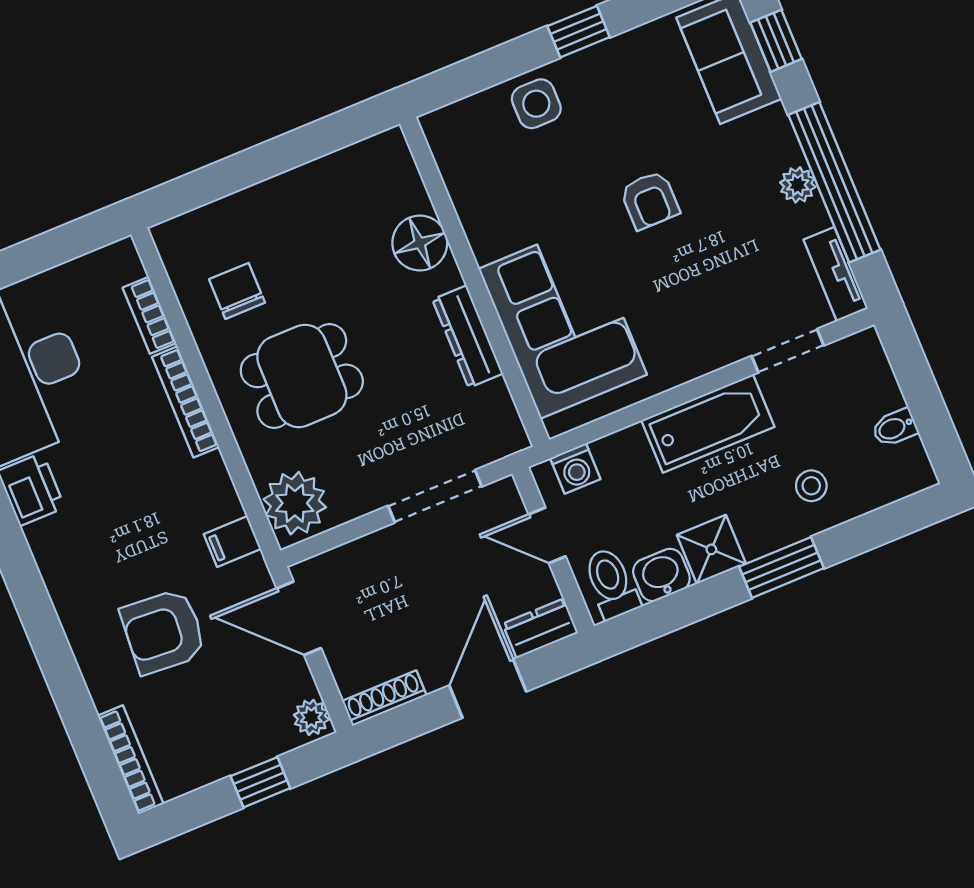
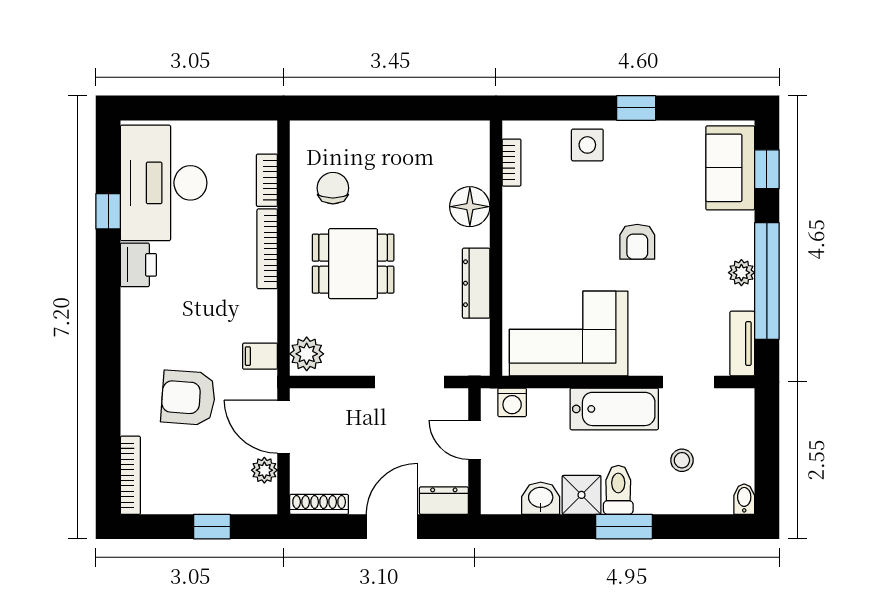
bookcase: (450, 166) -> (512, 163), added
corner sofa: (563, 322) -> (569, 333), moved, turned -90
bidet: (895, 428) -> (744, 499), moved, turned 90
stool: (811, 486) -> (682, 460), moved
plant: (295, 503) -> (307, 354), width x0.73, depth x0.73
toilet: (611, 583) -> (618, 490), moved
plant: (311, 717) -> (264, 470), moved

